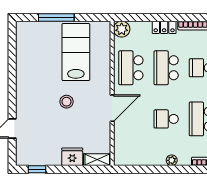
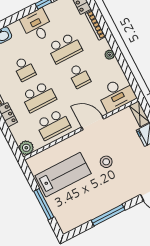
lab bench: (76, 52) -> (63, 175), turned 180
window: (12, 76) -> (108, 215), added
desk: (128, 147) -> (117, 94), added

